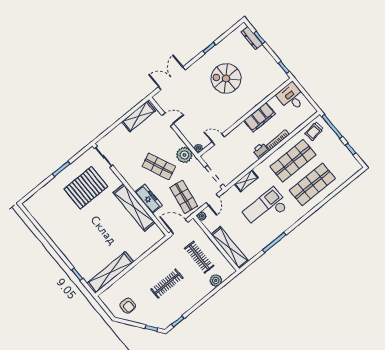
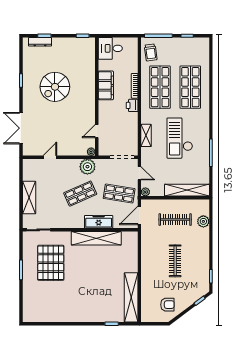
shelving: (139, 116) -> (29, 198), moved

